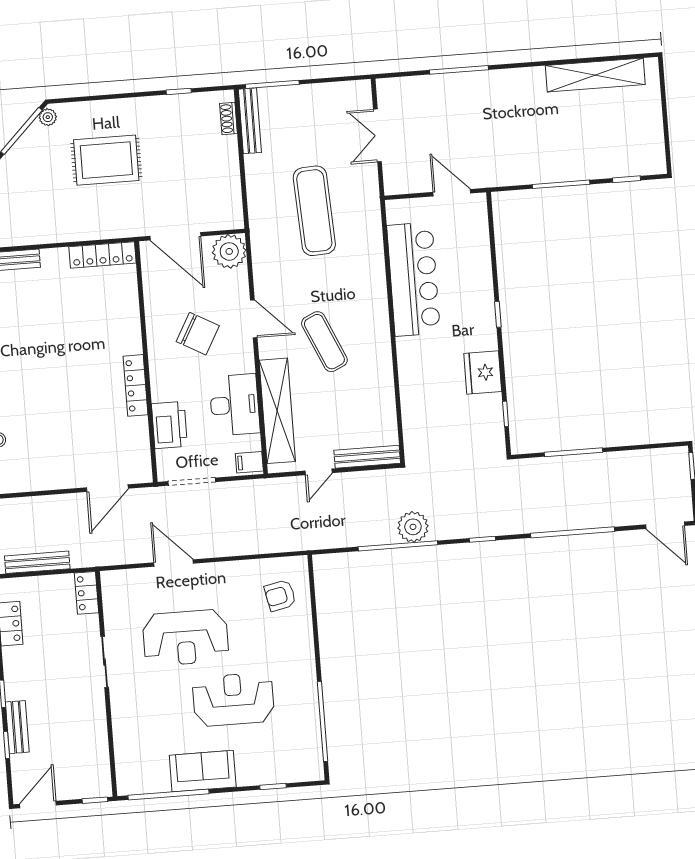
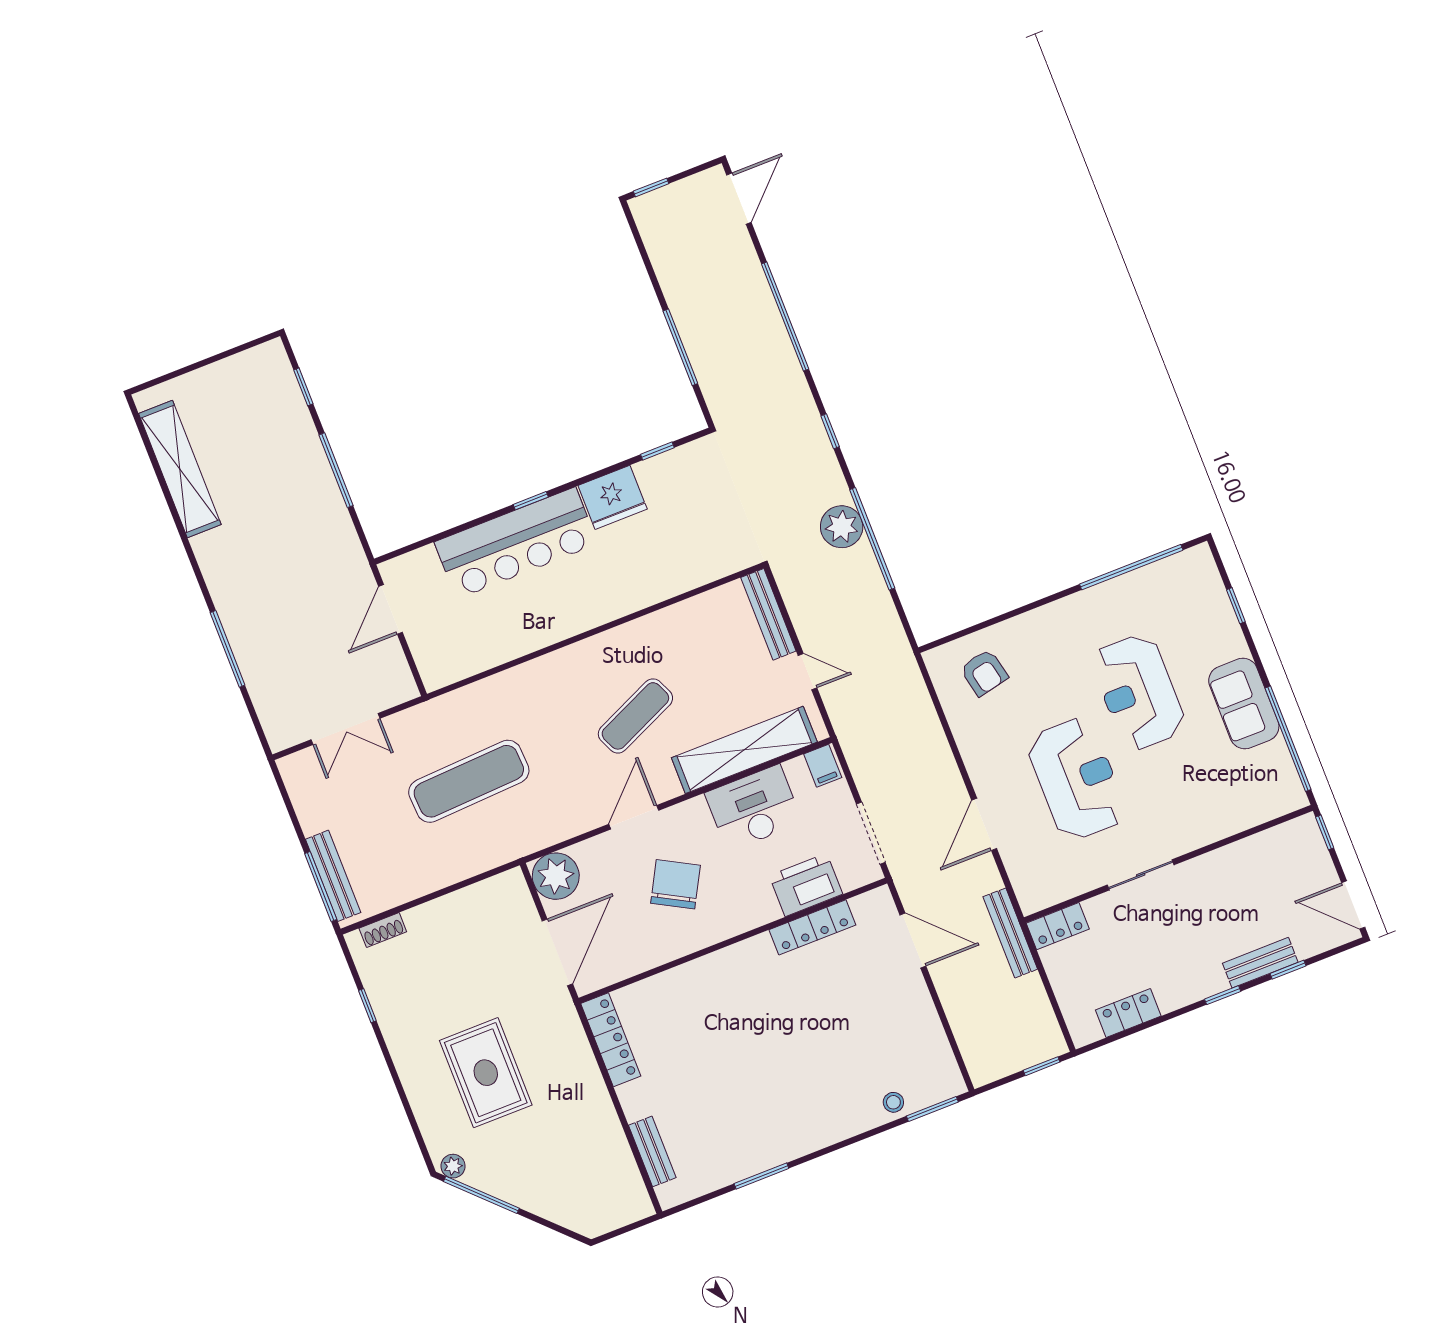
bench: (250, 121) -> (333, 876), moved, turned 90
bar counter: (414, 279) -> (516, 543), moved, turned 180
locker: (135, 385) -> (812, 927), moved
bench: (37, 562) -> (1010, 933), moved

